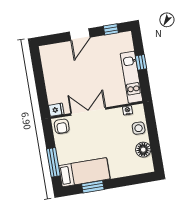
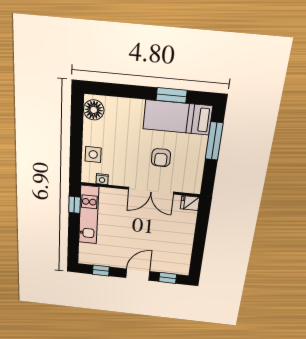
window: (55, 39) -> (168, 278), added
window: (141, 62) -> (74, 205), moved
armchair: (62, 126) -> (161, 158), moved, turned 180
floor lamp: (143, 150) -> (94, 110), moved

